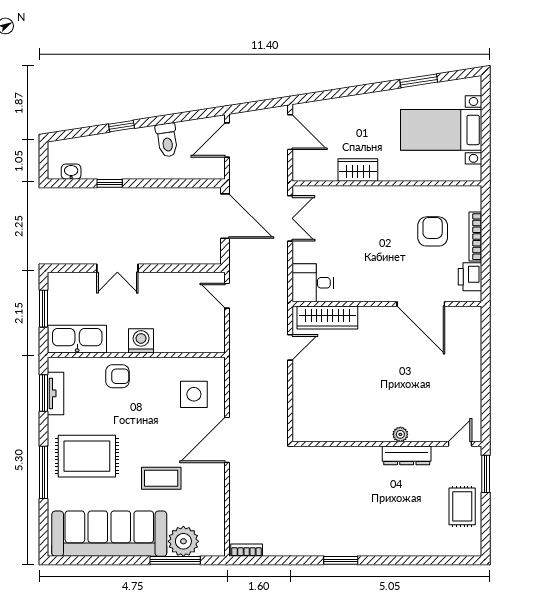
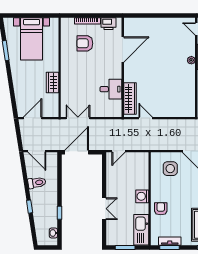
desk: (313, 283) -> (111, 89), moved, turned -90

